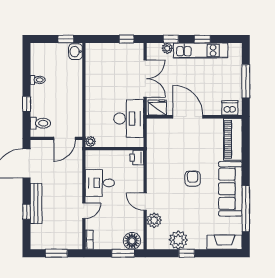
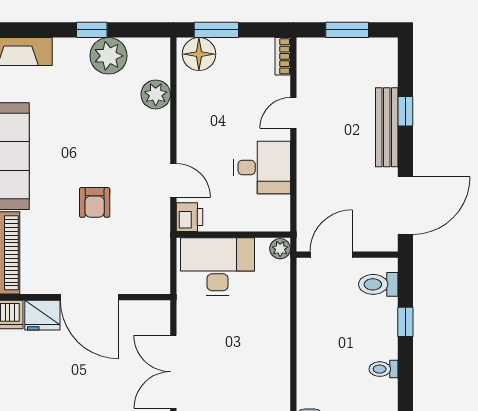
fridge: (157, 108) -> (42, 315), moved
desk: (129, 118) -> (218, 267), moved, turned 90
armchair: (193, 179) -> (95, 202), moved
door: (145, 202) -> (173, 180), moved

